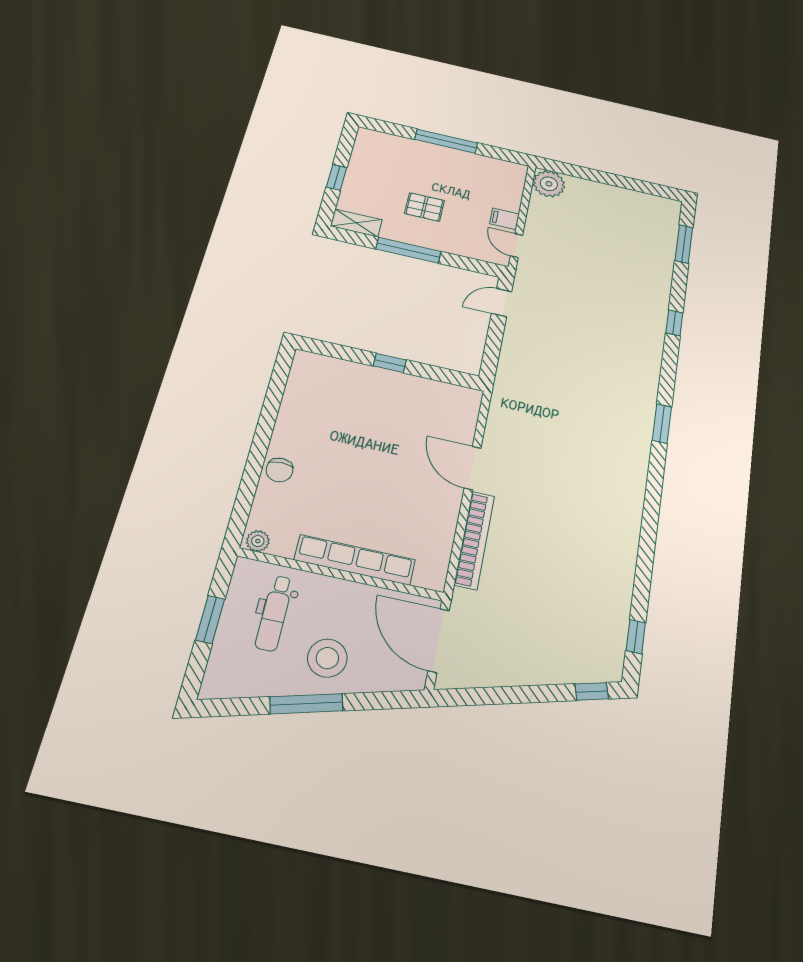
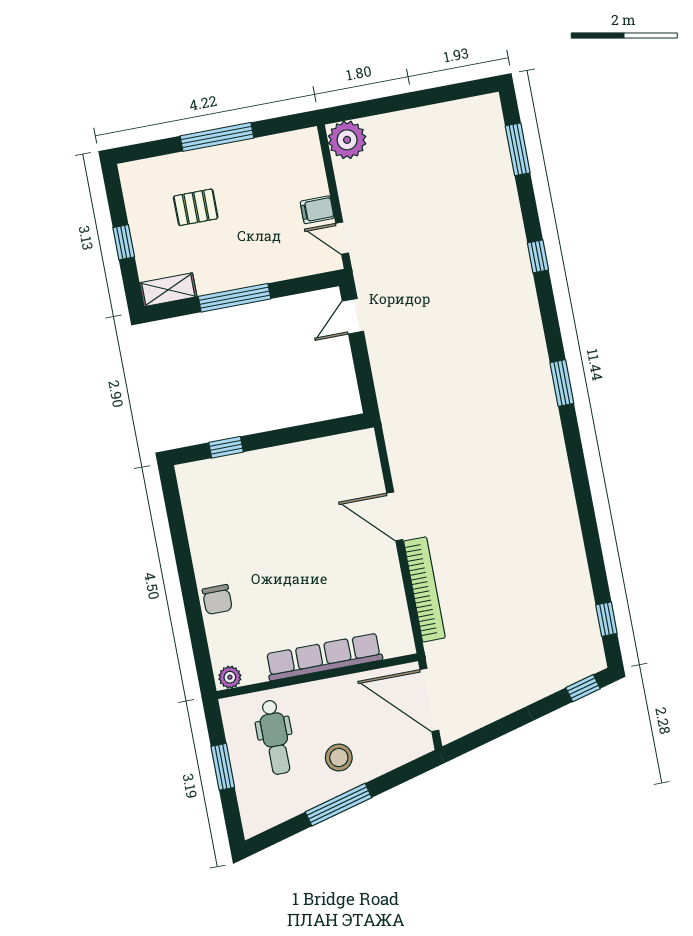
pallet: (424, 207) -> (196, 207), moved
window: (390, 363) -> (226, 447), moved
stool: (327, 658) -> (339, 758), width x0.73, depth x0.73

